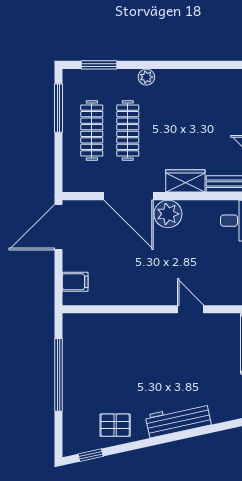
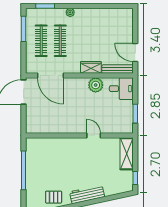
door: (129, 196) -> (51, 76), moved
plant: (168, 214) -> (96, 85), moved
filing cabinet: (75, 282) -> (32, 121), removed

